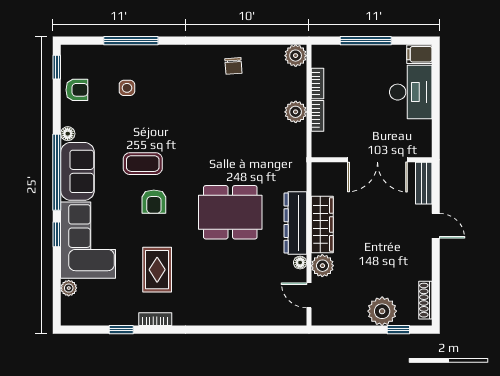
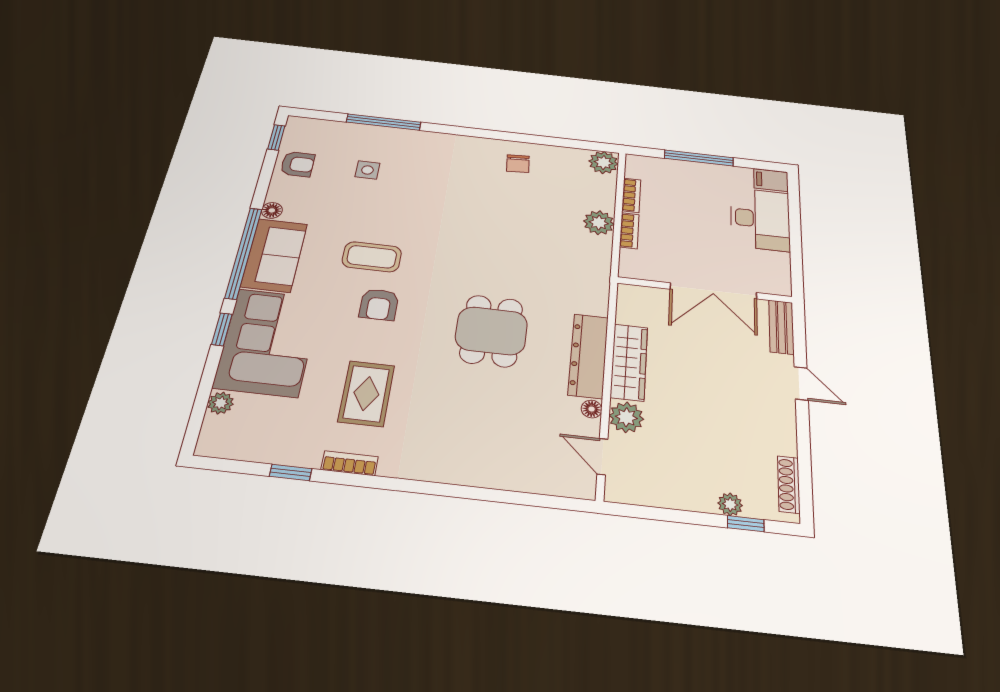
dining table: (230, 212) -> (491, 331), width x0.73
plant: (382, 311) -> (730, 504), width x0.53, depth x0.53

